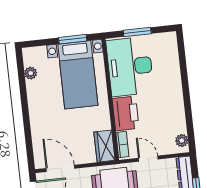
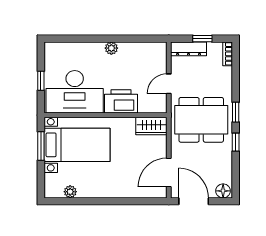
window: (137, 32) -> (41, 81), width x0.67
plant: (182, 141) -> (111, 48), moved
bookcase: (122, 144) -> (152, 108), removed

